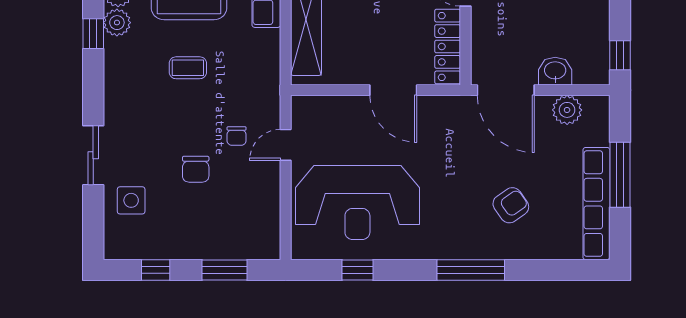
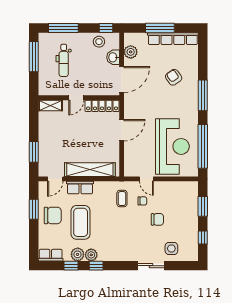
stool: (590, 40) -> (99, 42), added
coffee table: (188, 68) -> (122, 199), moved
window: (358, 270) -> (203, 146), width x3.17

